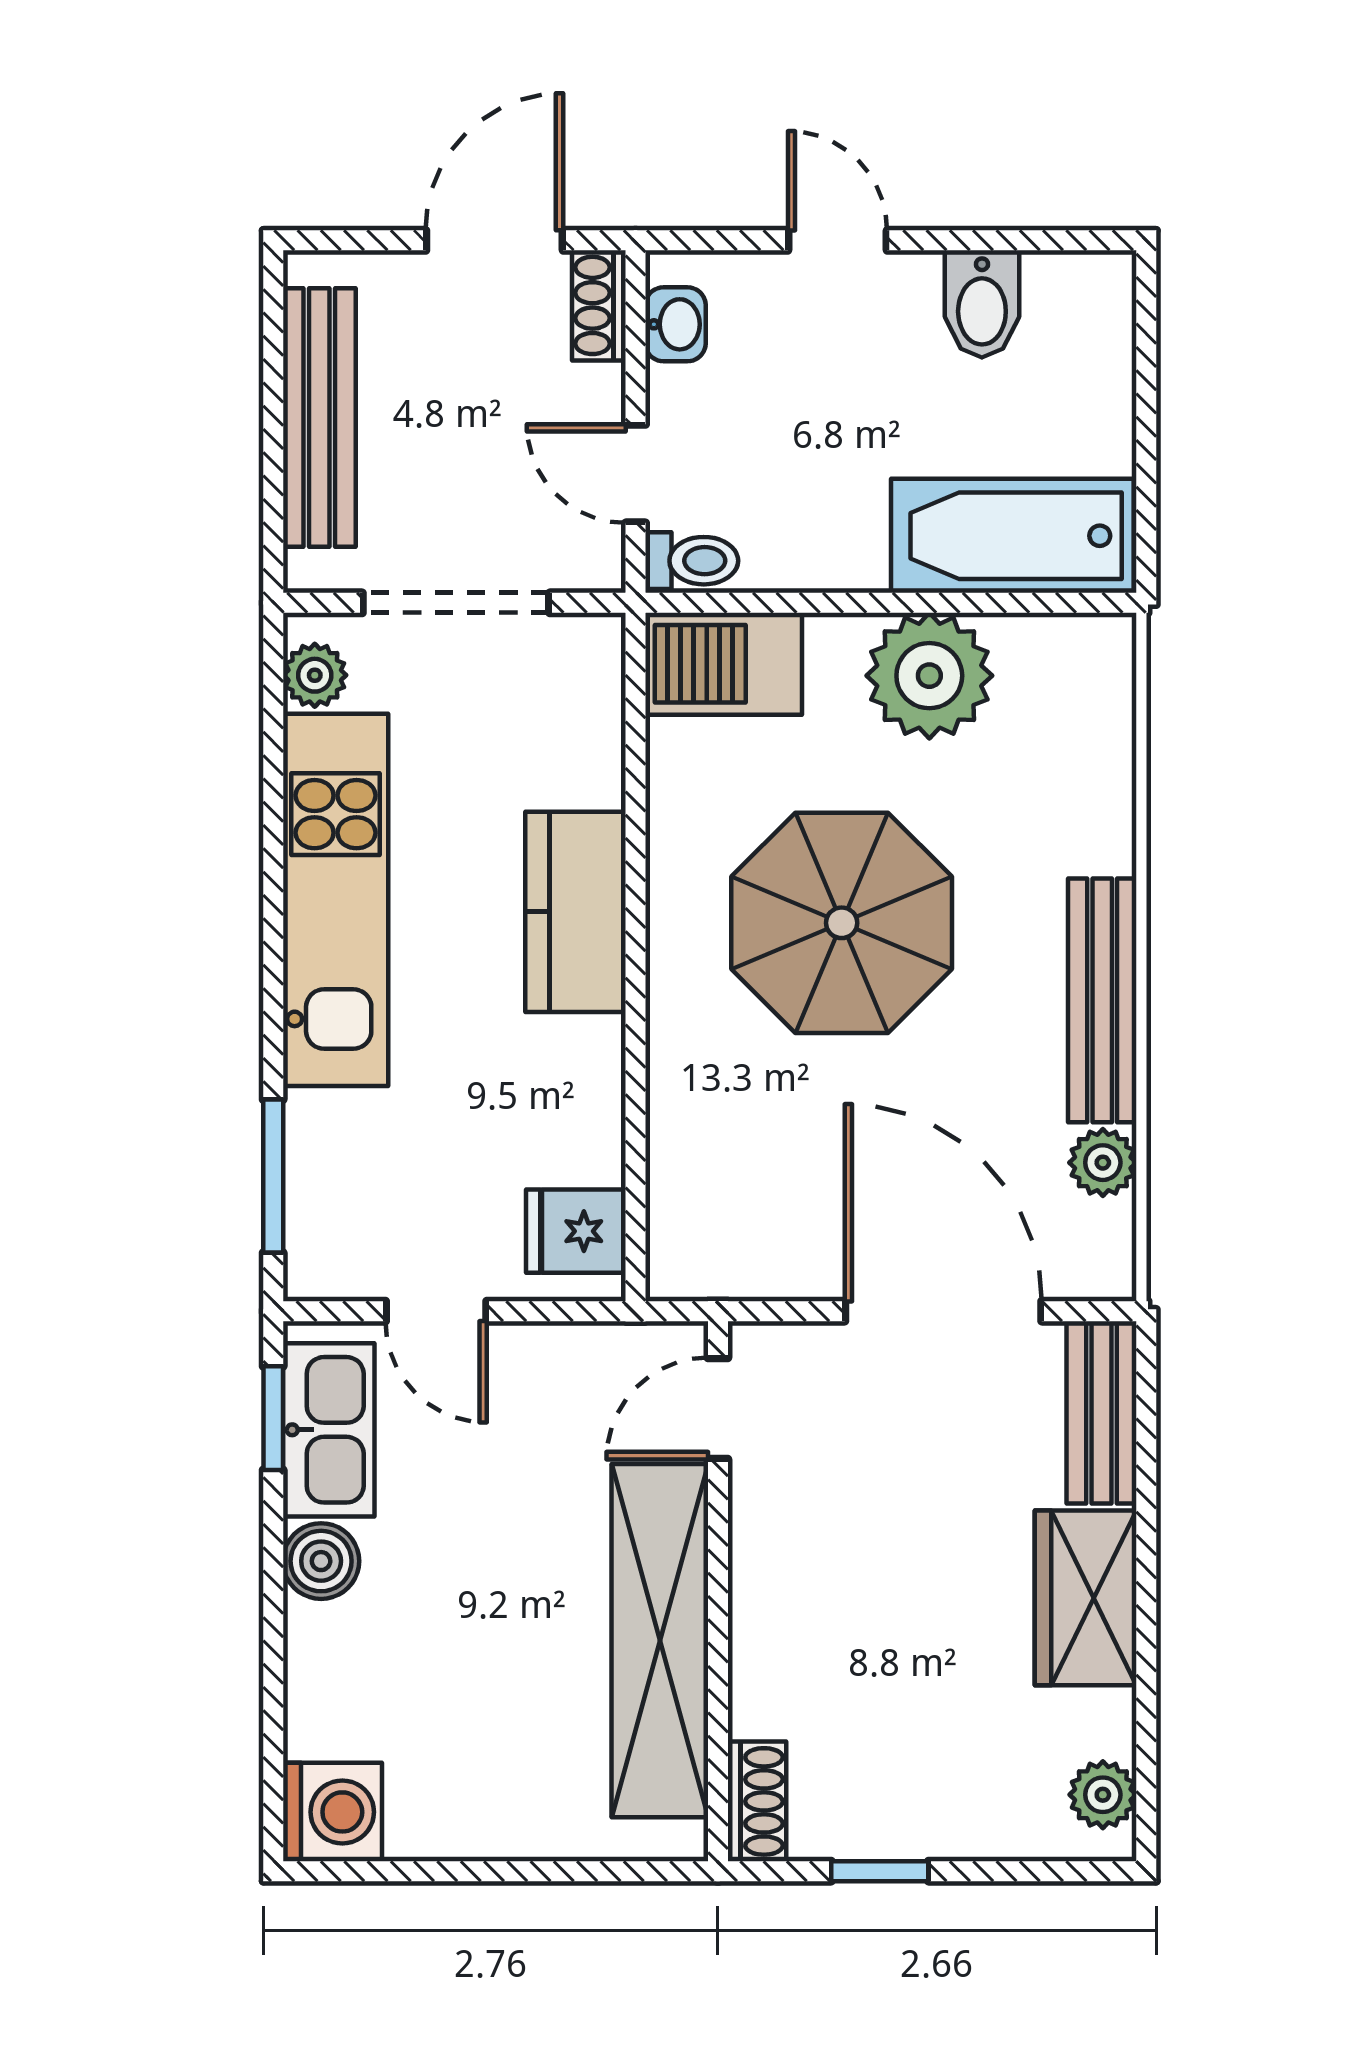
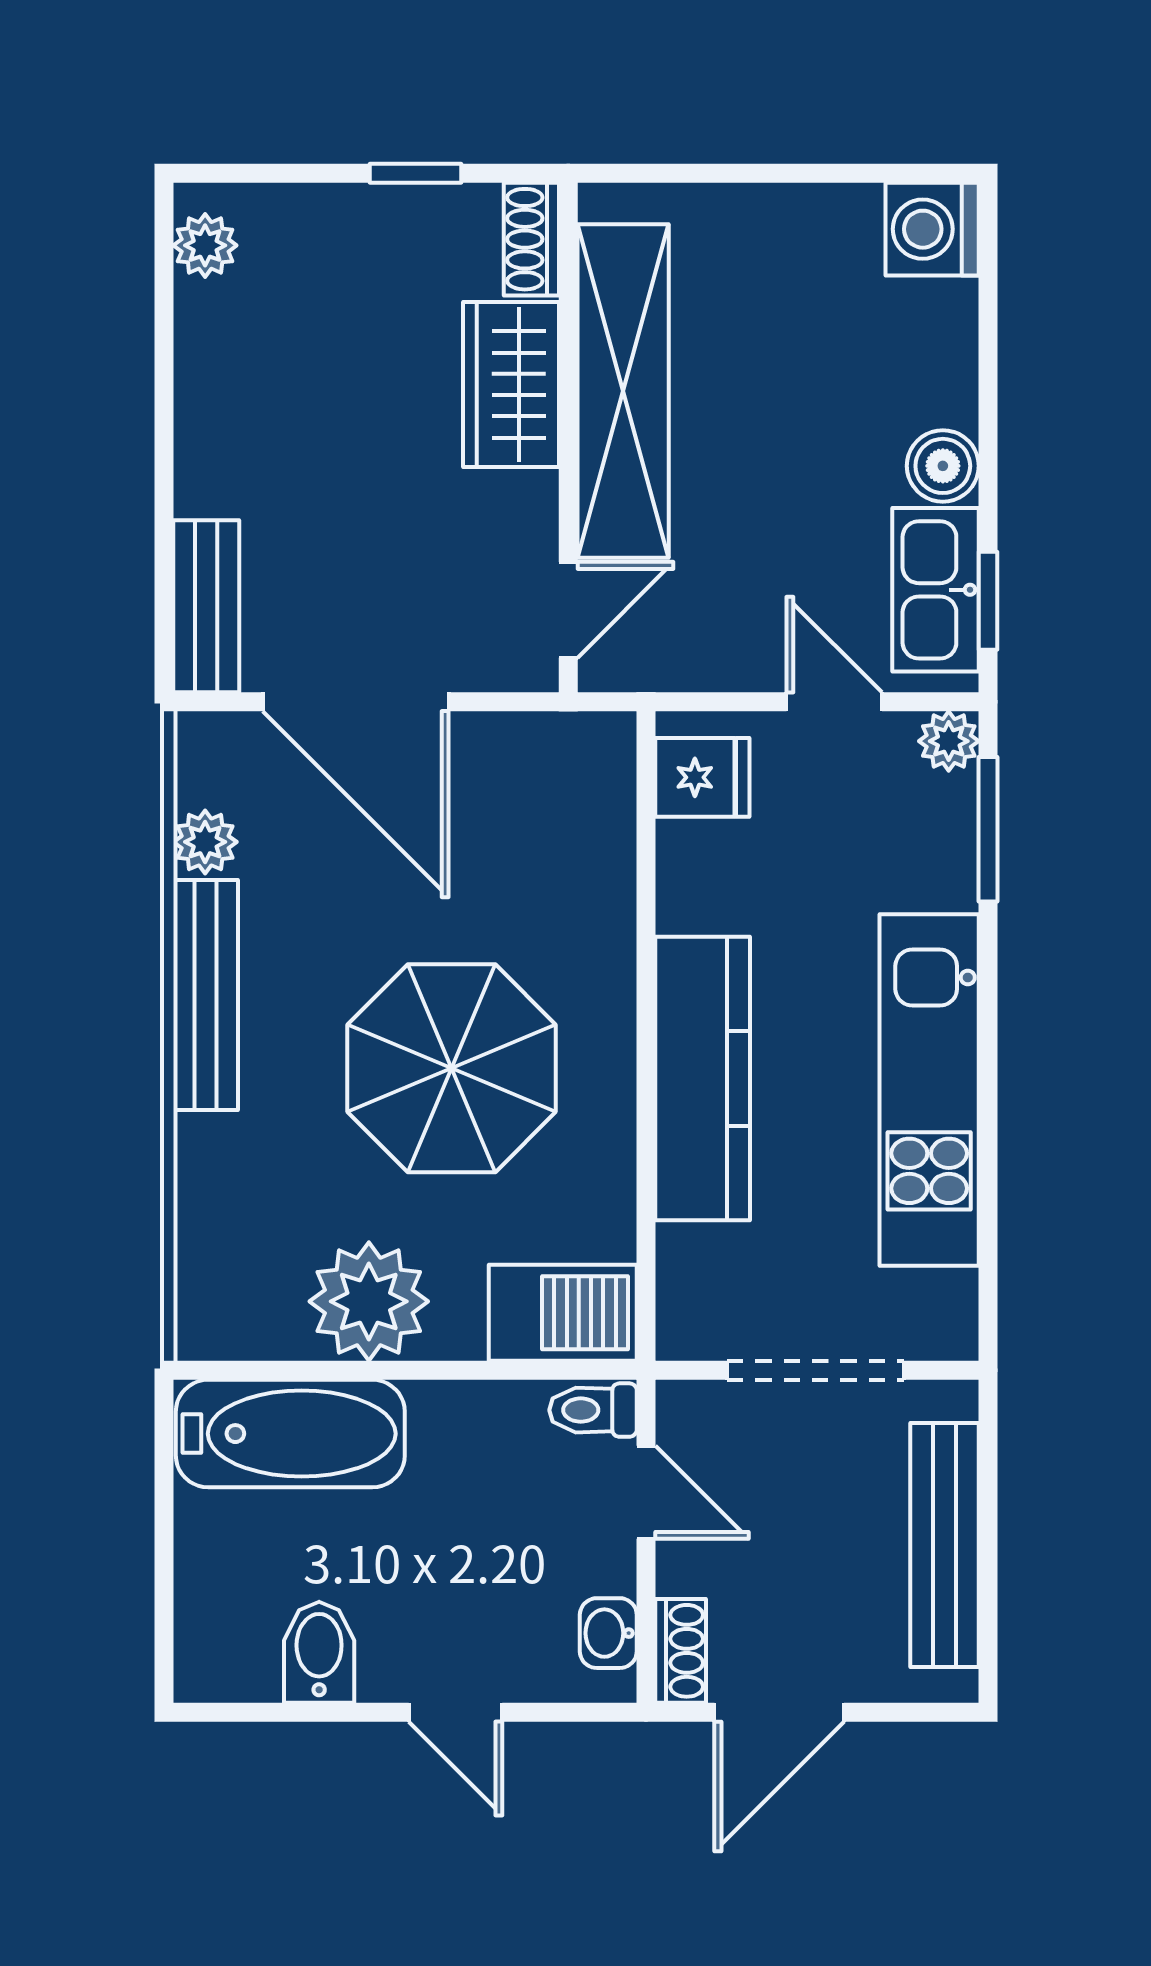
plant: (315, 675) -> (949, 741), moved
kitchen counter: (576, 912) -> (703, 1079), width x1.50
wardrobe: (1086, 1598) -> (511, 384), moved, turned 180

